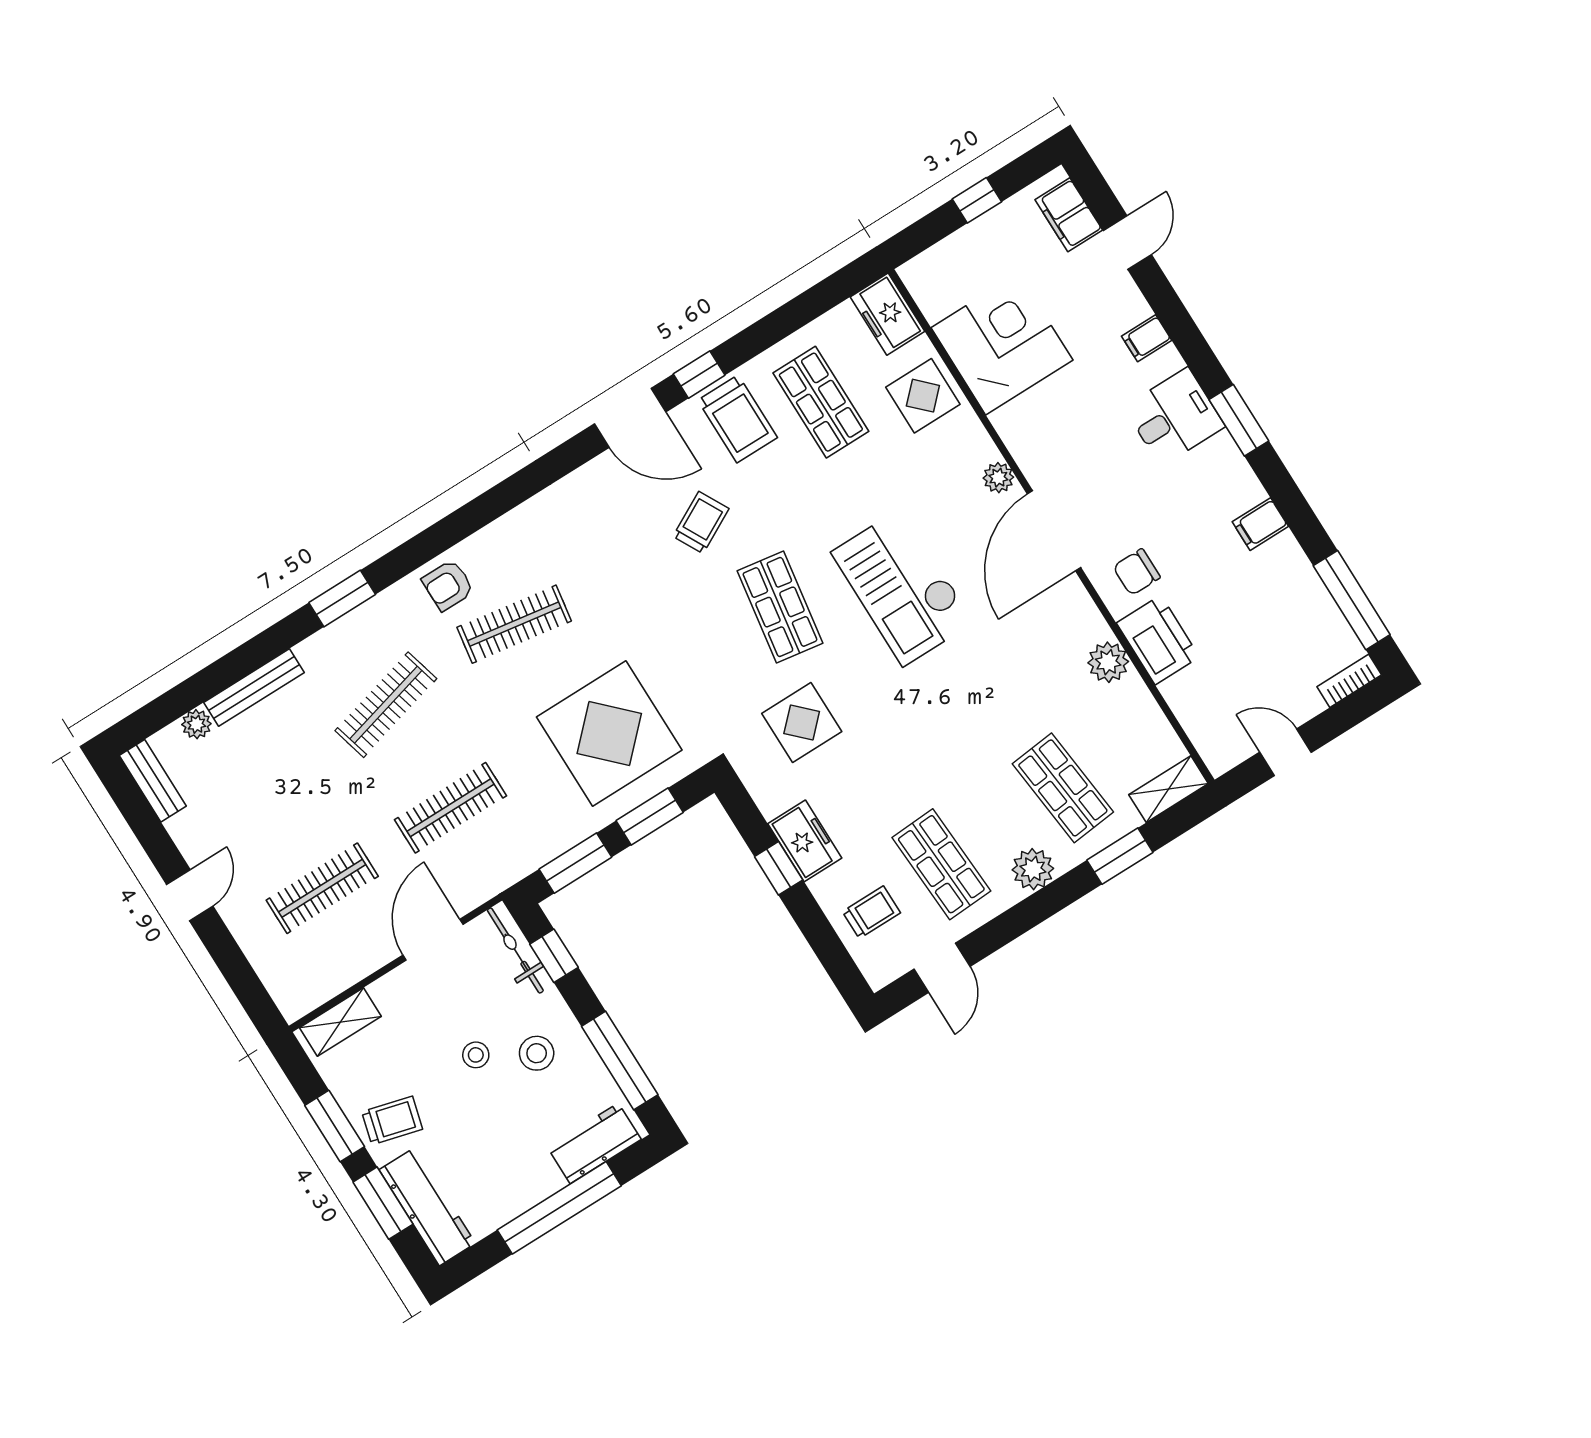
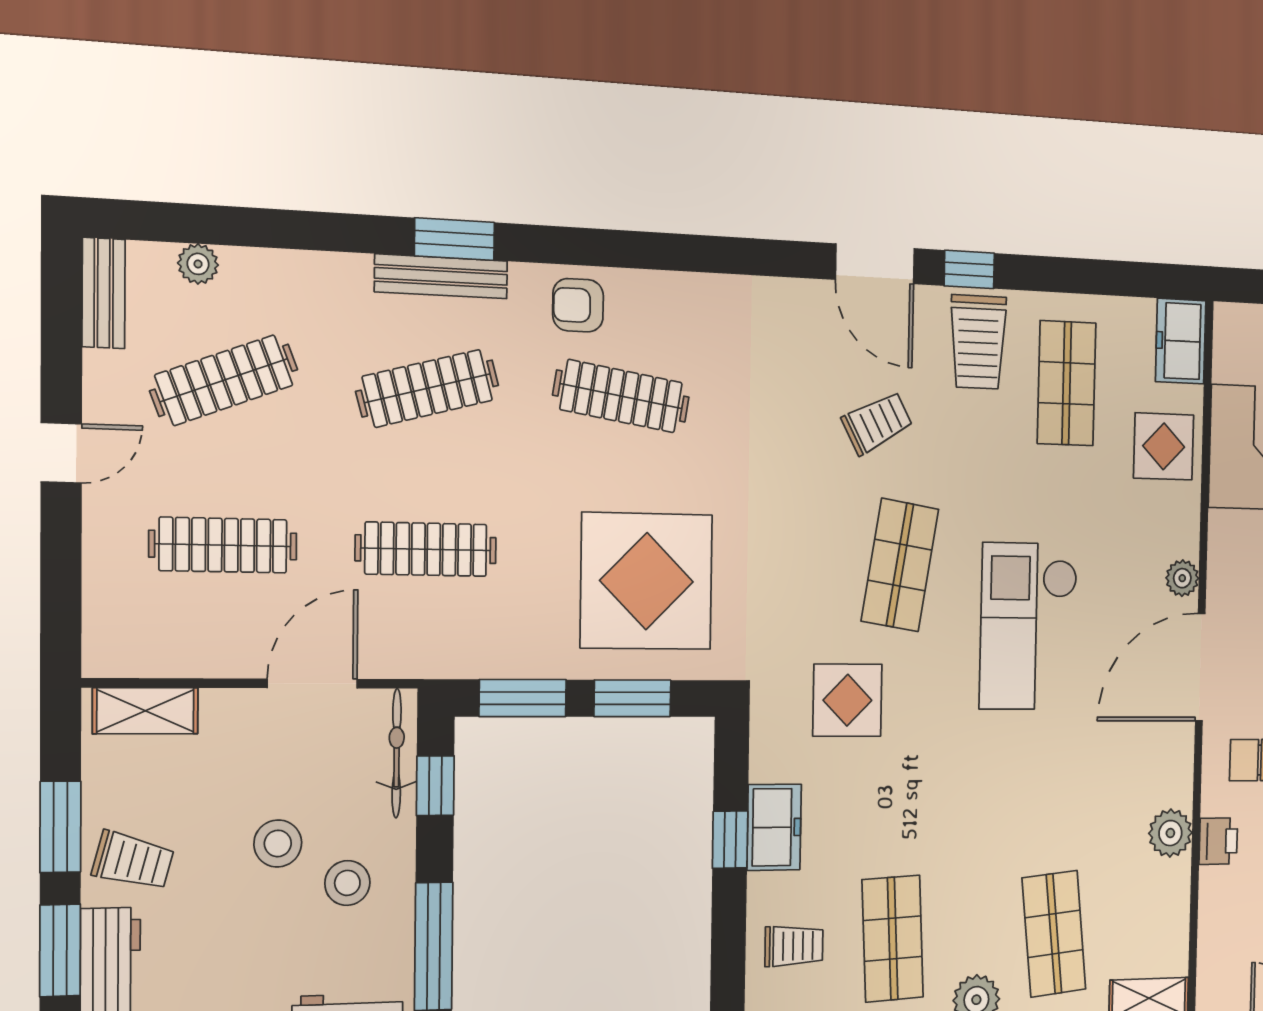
printer: (1158, 640) -> (1218, 841), width x0.53, depth x0.68
bench: (254, 687) -> (441, 276), moved
clothes rail: (258, 785) -> (224, 380), added
stool: (476, 1055) -> (278, 843), width x1.37, depth x1.37

